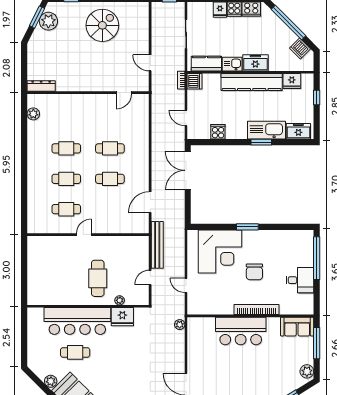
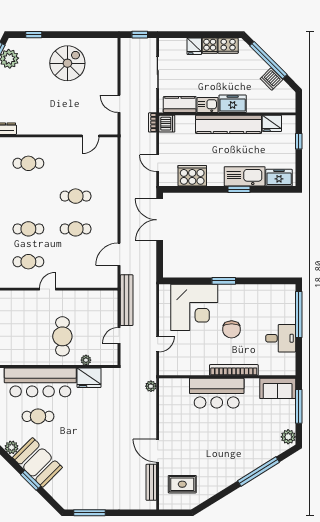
dishwasher: (300, 49) -> (271, 79), moved
cooker: (218, 132) -> (192, 176), width x1.87, depth x1.31
cafe table: (66, 148) -> (28, 163), moved
door: (186, 285) -> (158, 344), swing flipped

